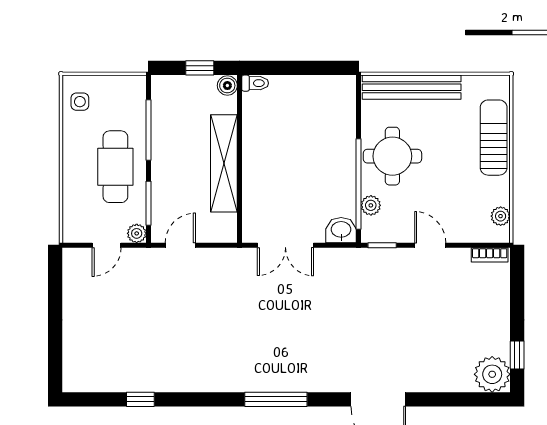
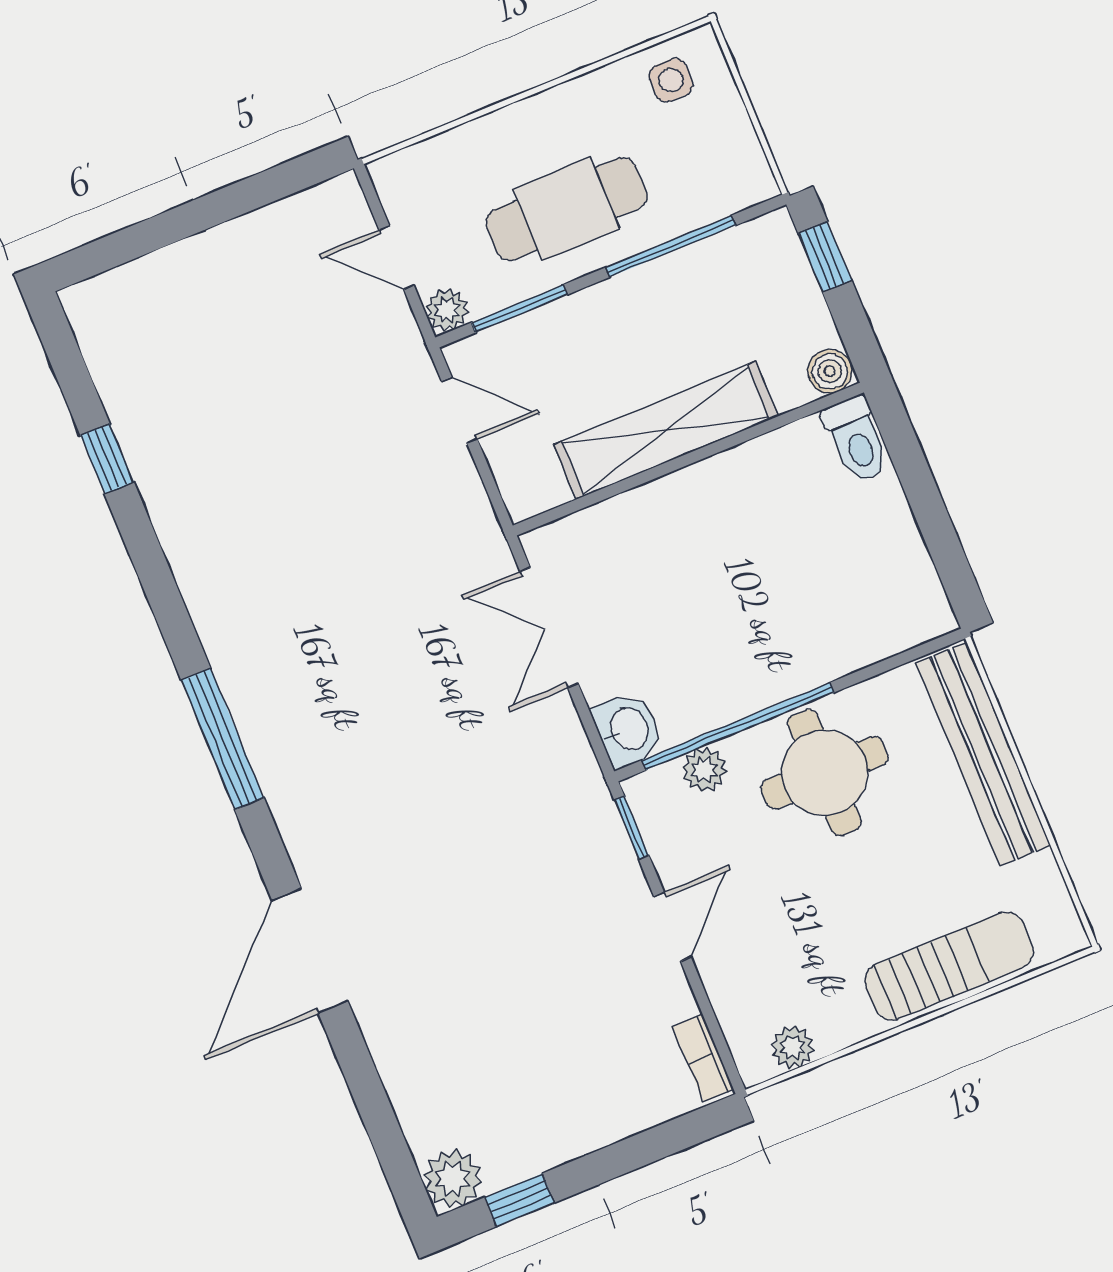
window: (200, 68) -> (825, 257), moved
toilet: (255, 83) -> (856, 440), width x1.37, depth x1.39
plant: (492, 374) -> (453, 1179), width x0.73, depth x0.73

